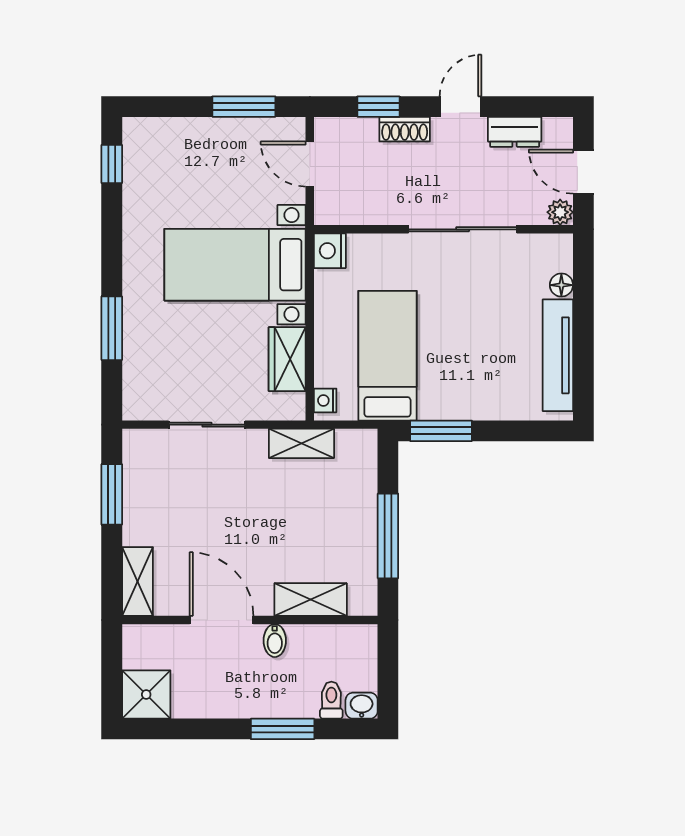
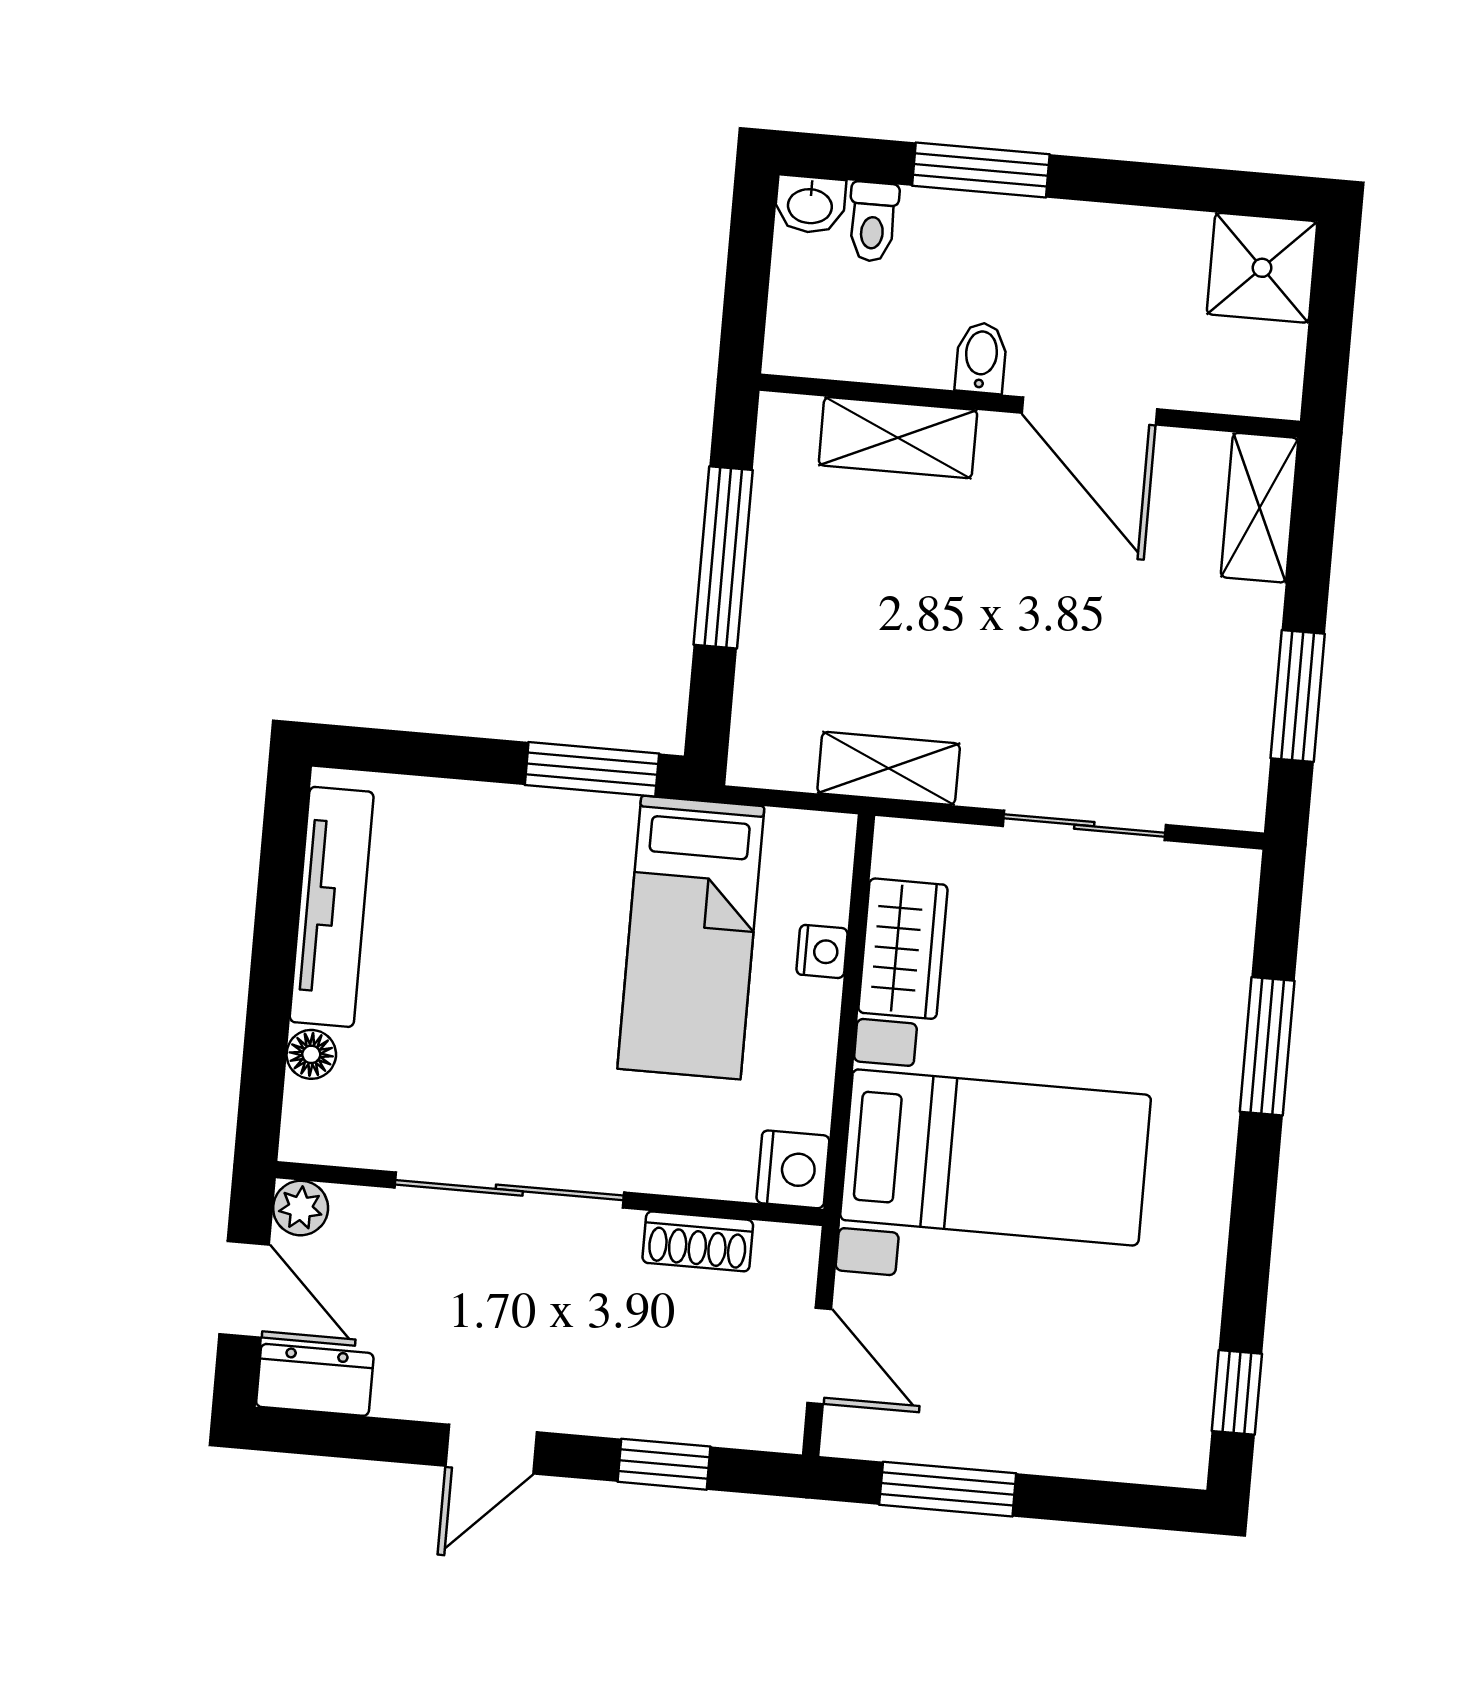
shoe rack: (405, 129) -> (698, 1241), moved, turned 180
dresser: (515, 132) -> (315, 1380), moved
nightstand: (325, 400) -> (822, 951), moved

